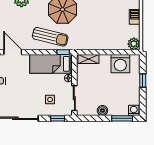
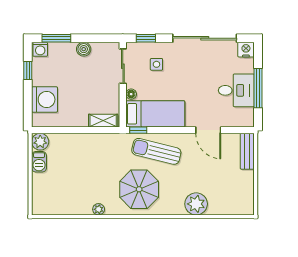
barbecue: (135, 17) -> (39, 162), moved
washing machine: (120, 64) -> (44, 99), moved, turned 90
window: (143, 80) -> (28, 70), moved

